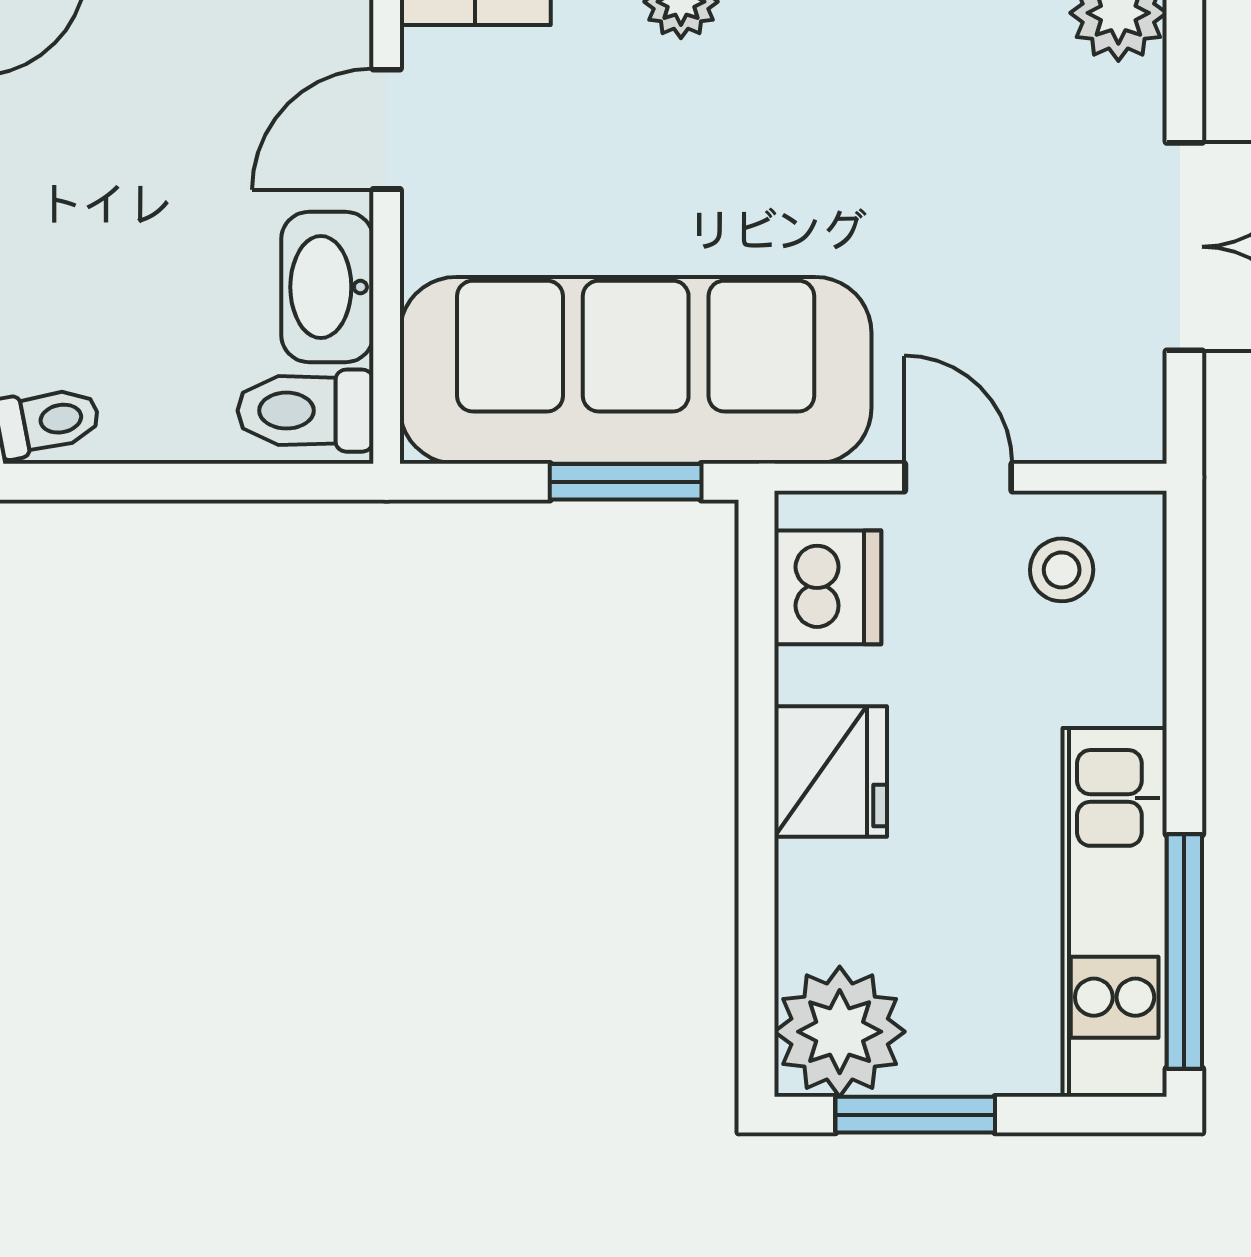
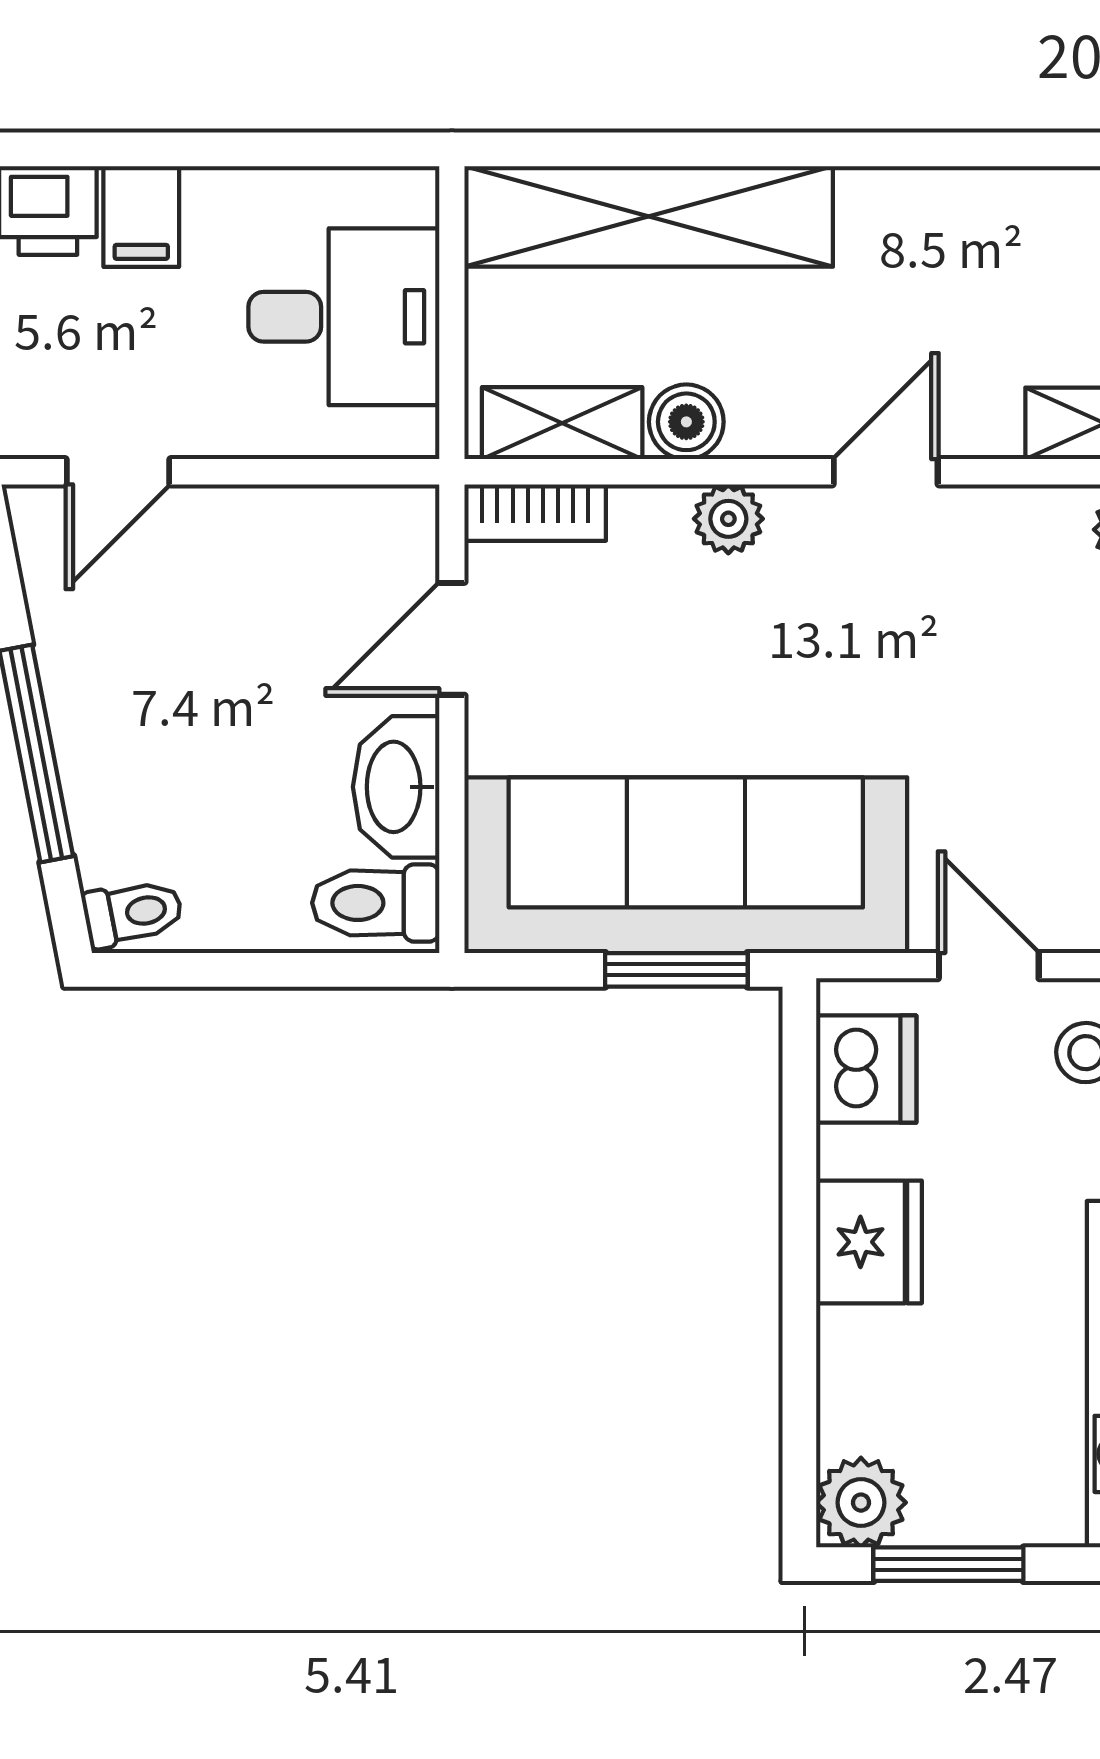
plant: (840, 1032) -> (861, 1503), width x0.73, depth x0.73

